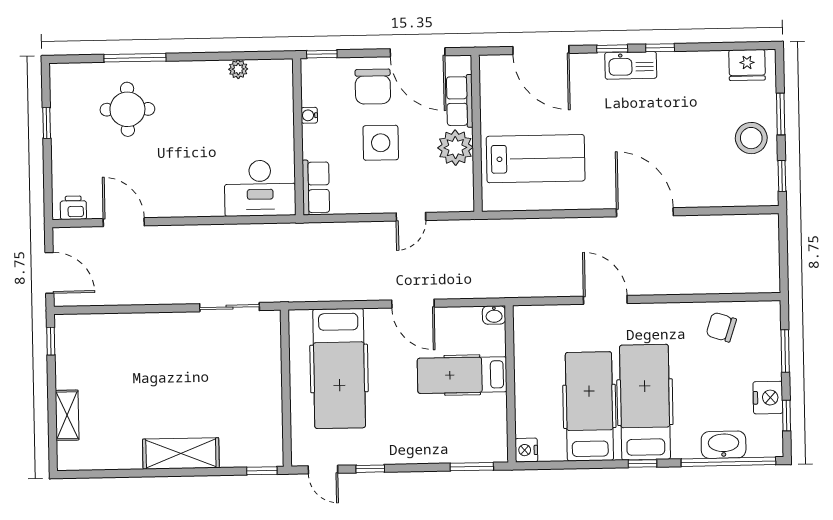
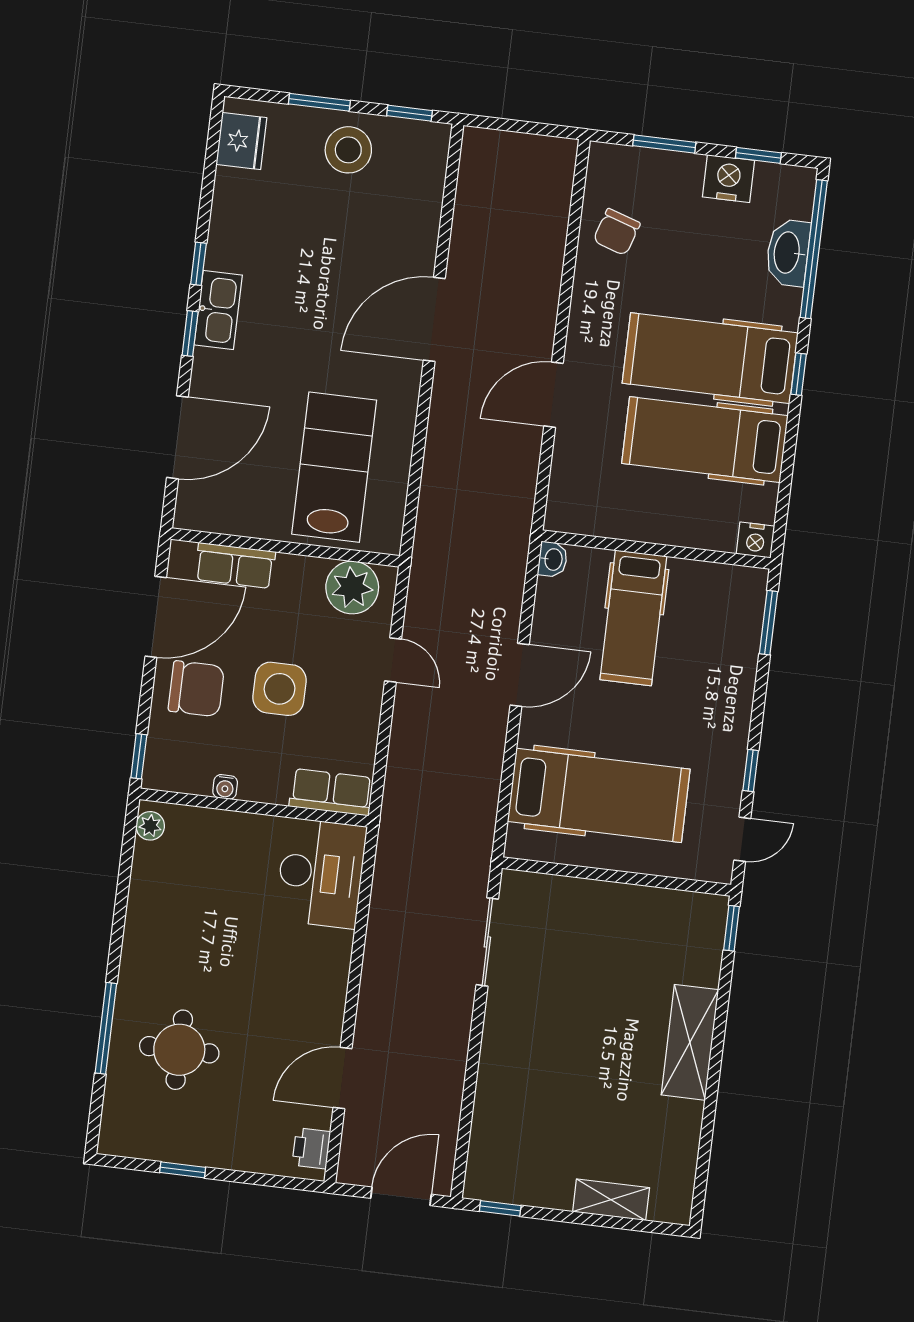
plant: (238, 69) -> (150, 826), moved
plant: (455, 148) -> (352, 588), moved

